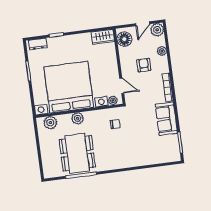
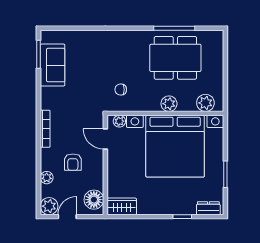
sofa: (166, 119) -> (53, 65), moved
dining table: (77, 153) -> (175, 58), turned 90

